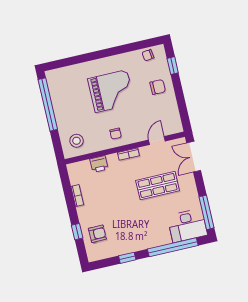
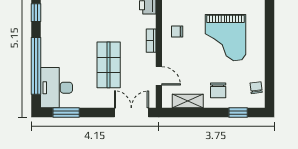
shelving: (173, 111) -> (188, 101), added
window: (207, 212) -> (66, 113), width x0.69

